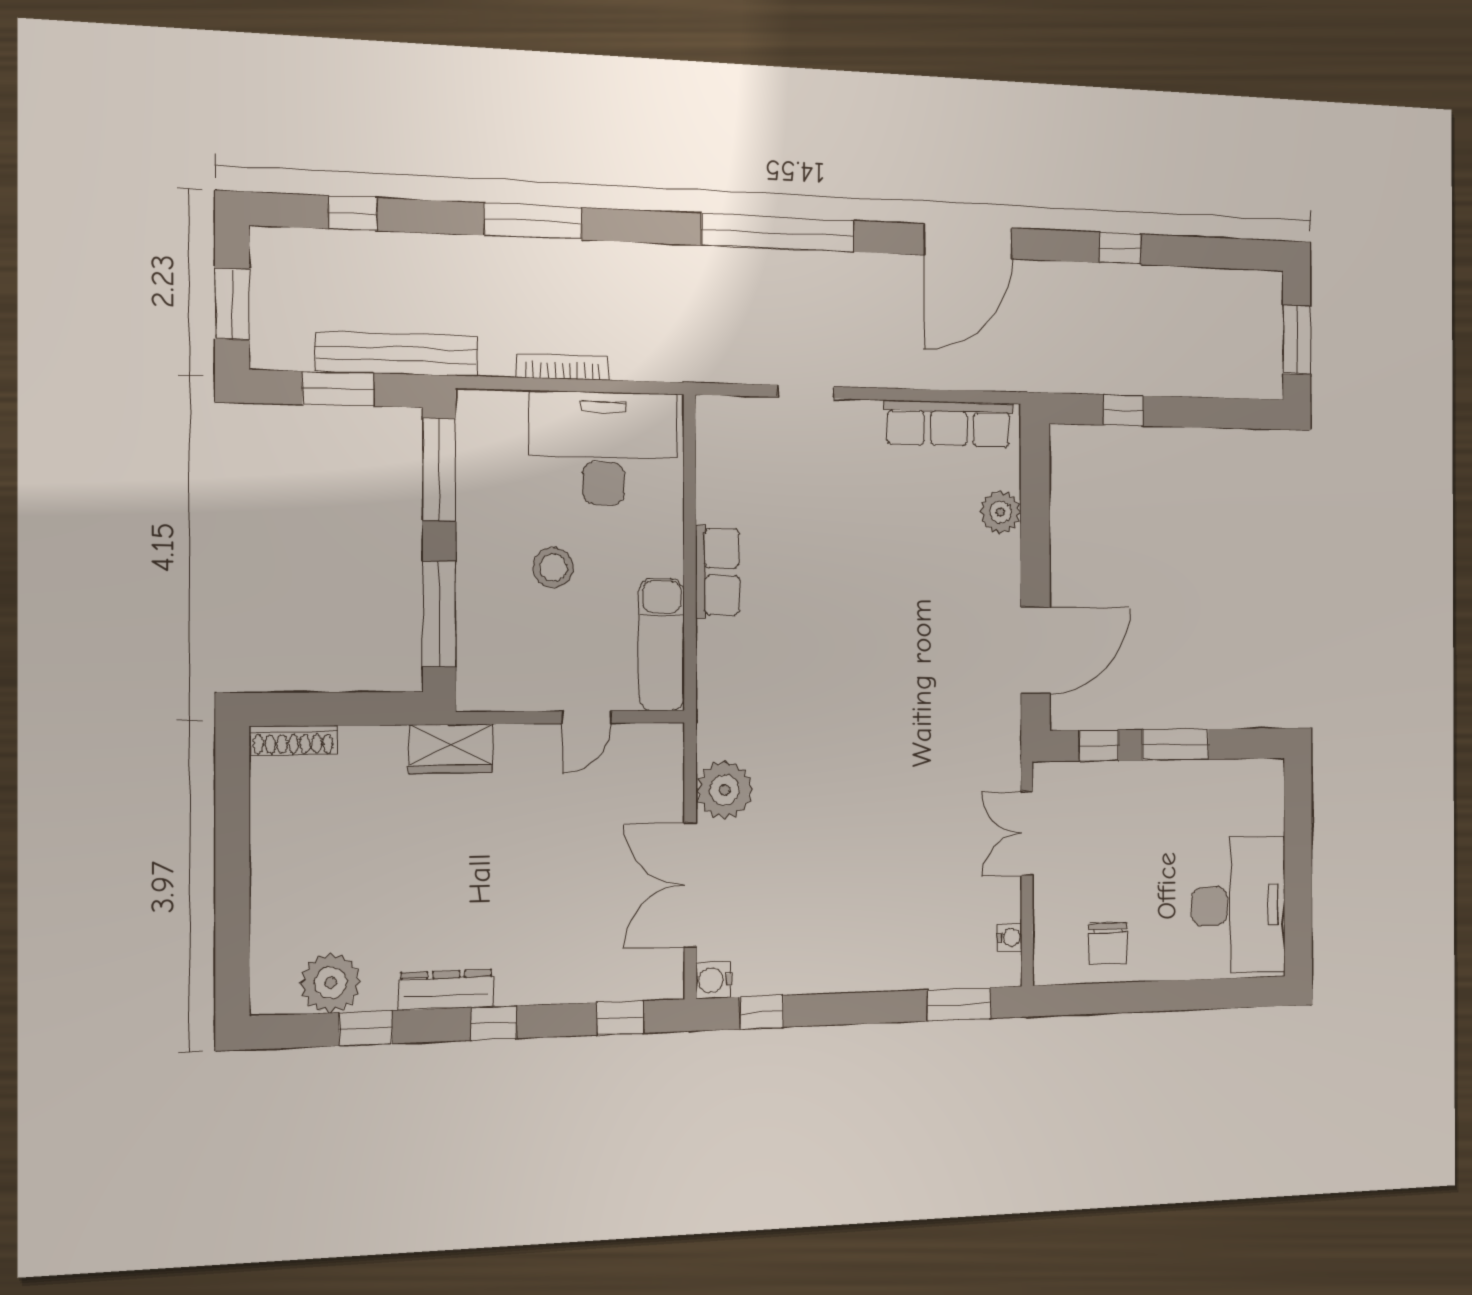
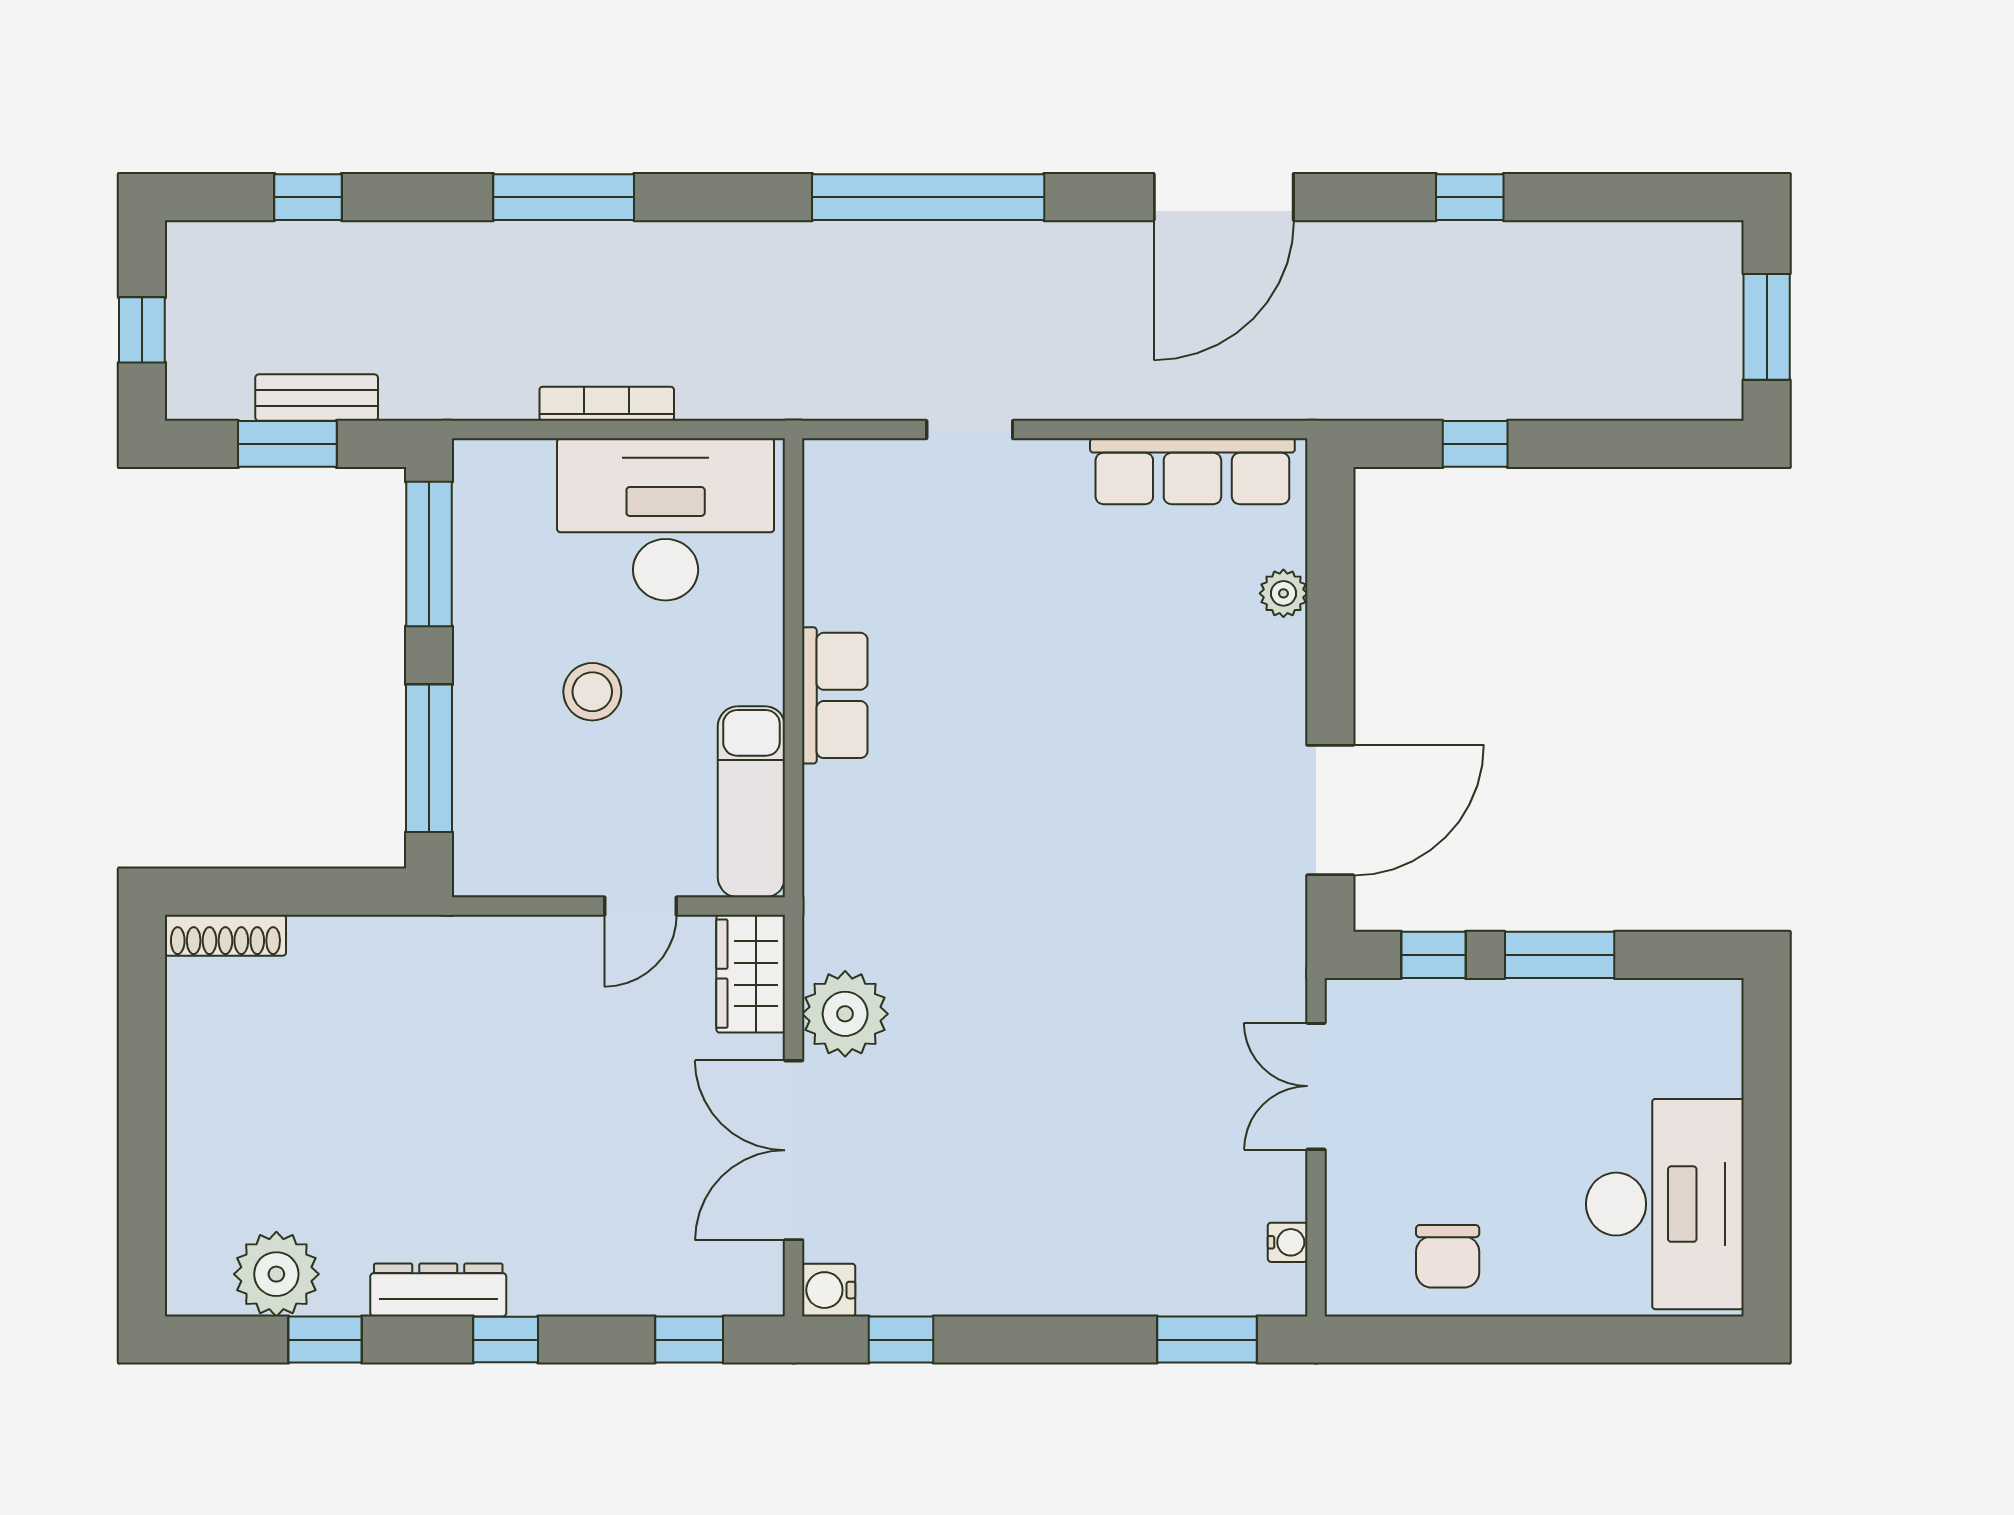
window: (232, 304) -> (142, 330), width x0.67
bench: (397, 354) -> (317, 398), width x0.54, depth x0.82
plant: (1000, 512) -> (1283, 593), width x0.73, depth x0.73
wardrobe: (451, 749) -> (751, 974), moved, turned 90

